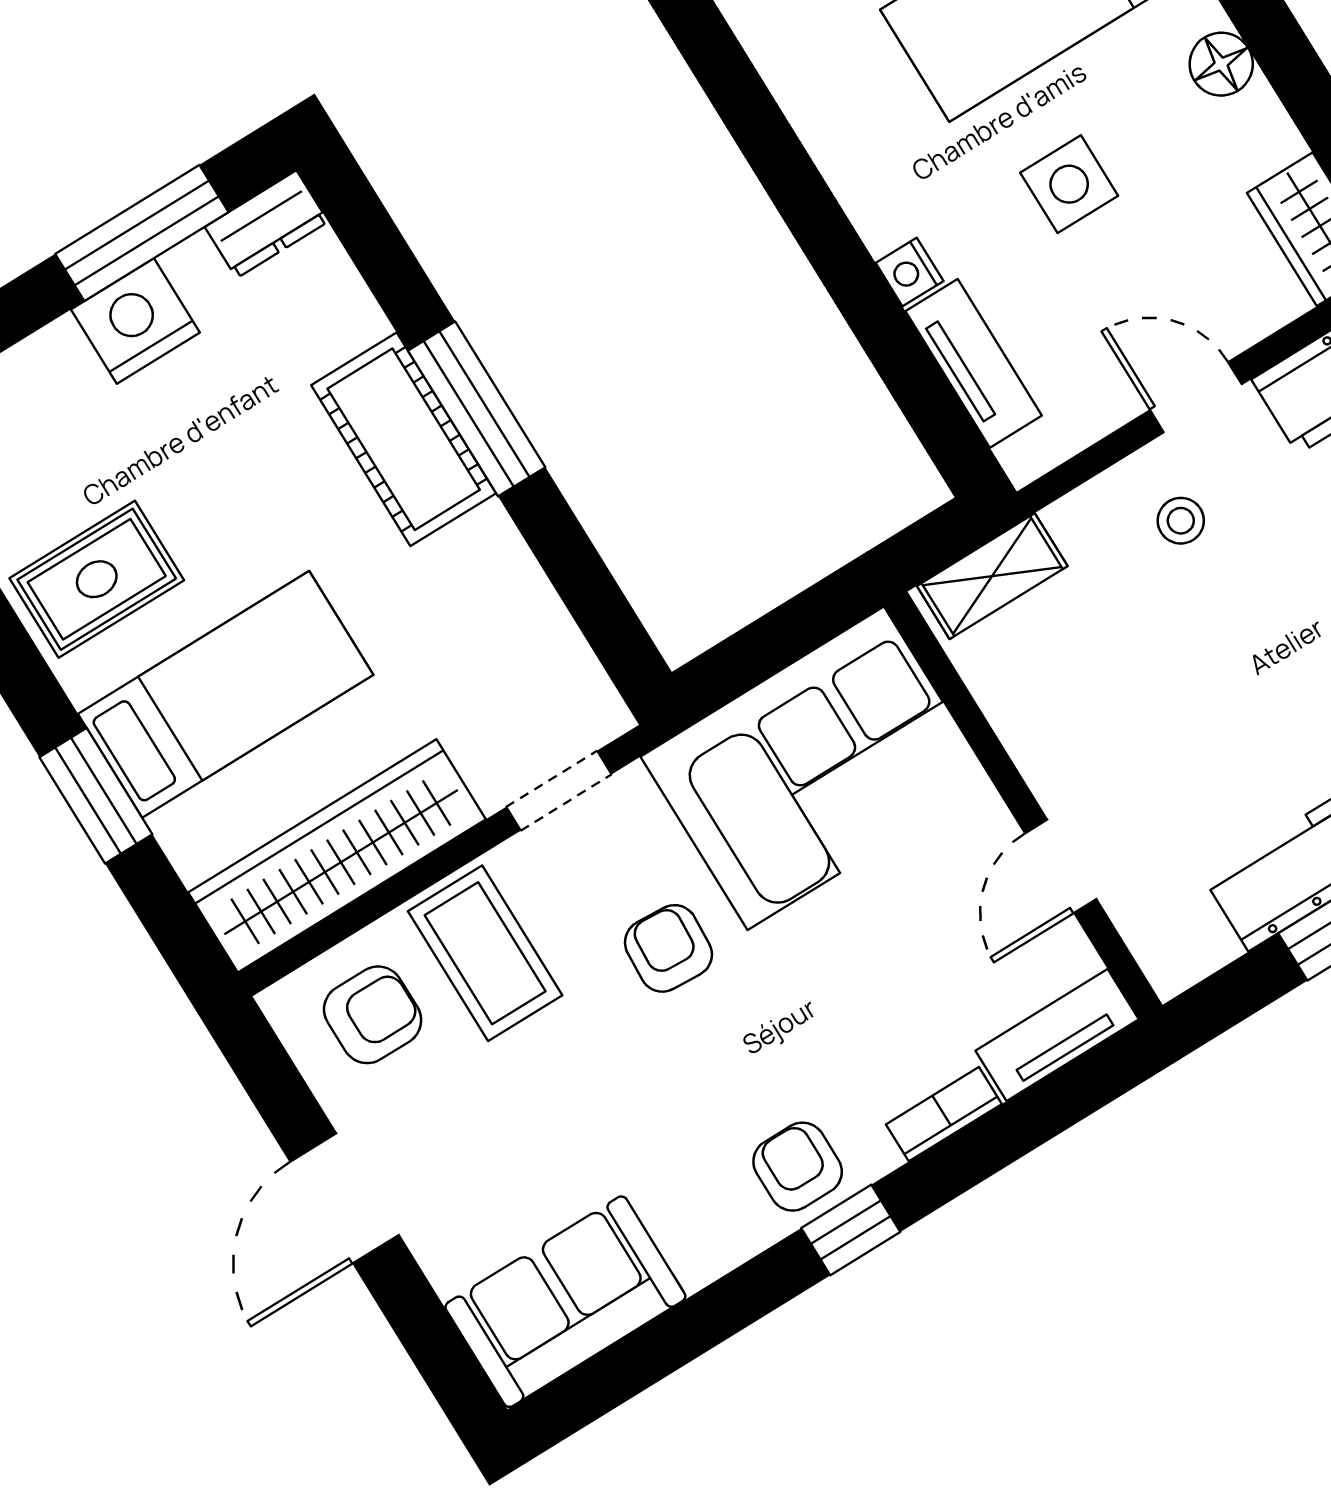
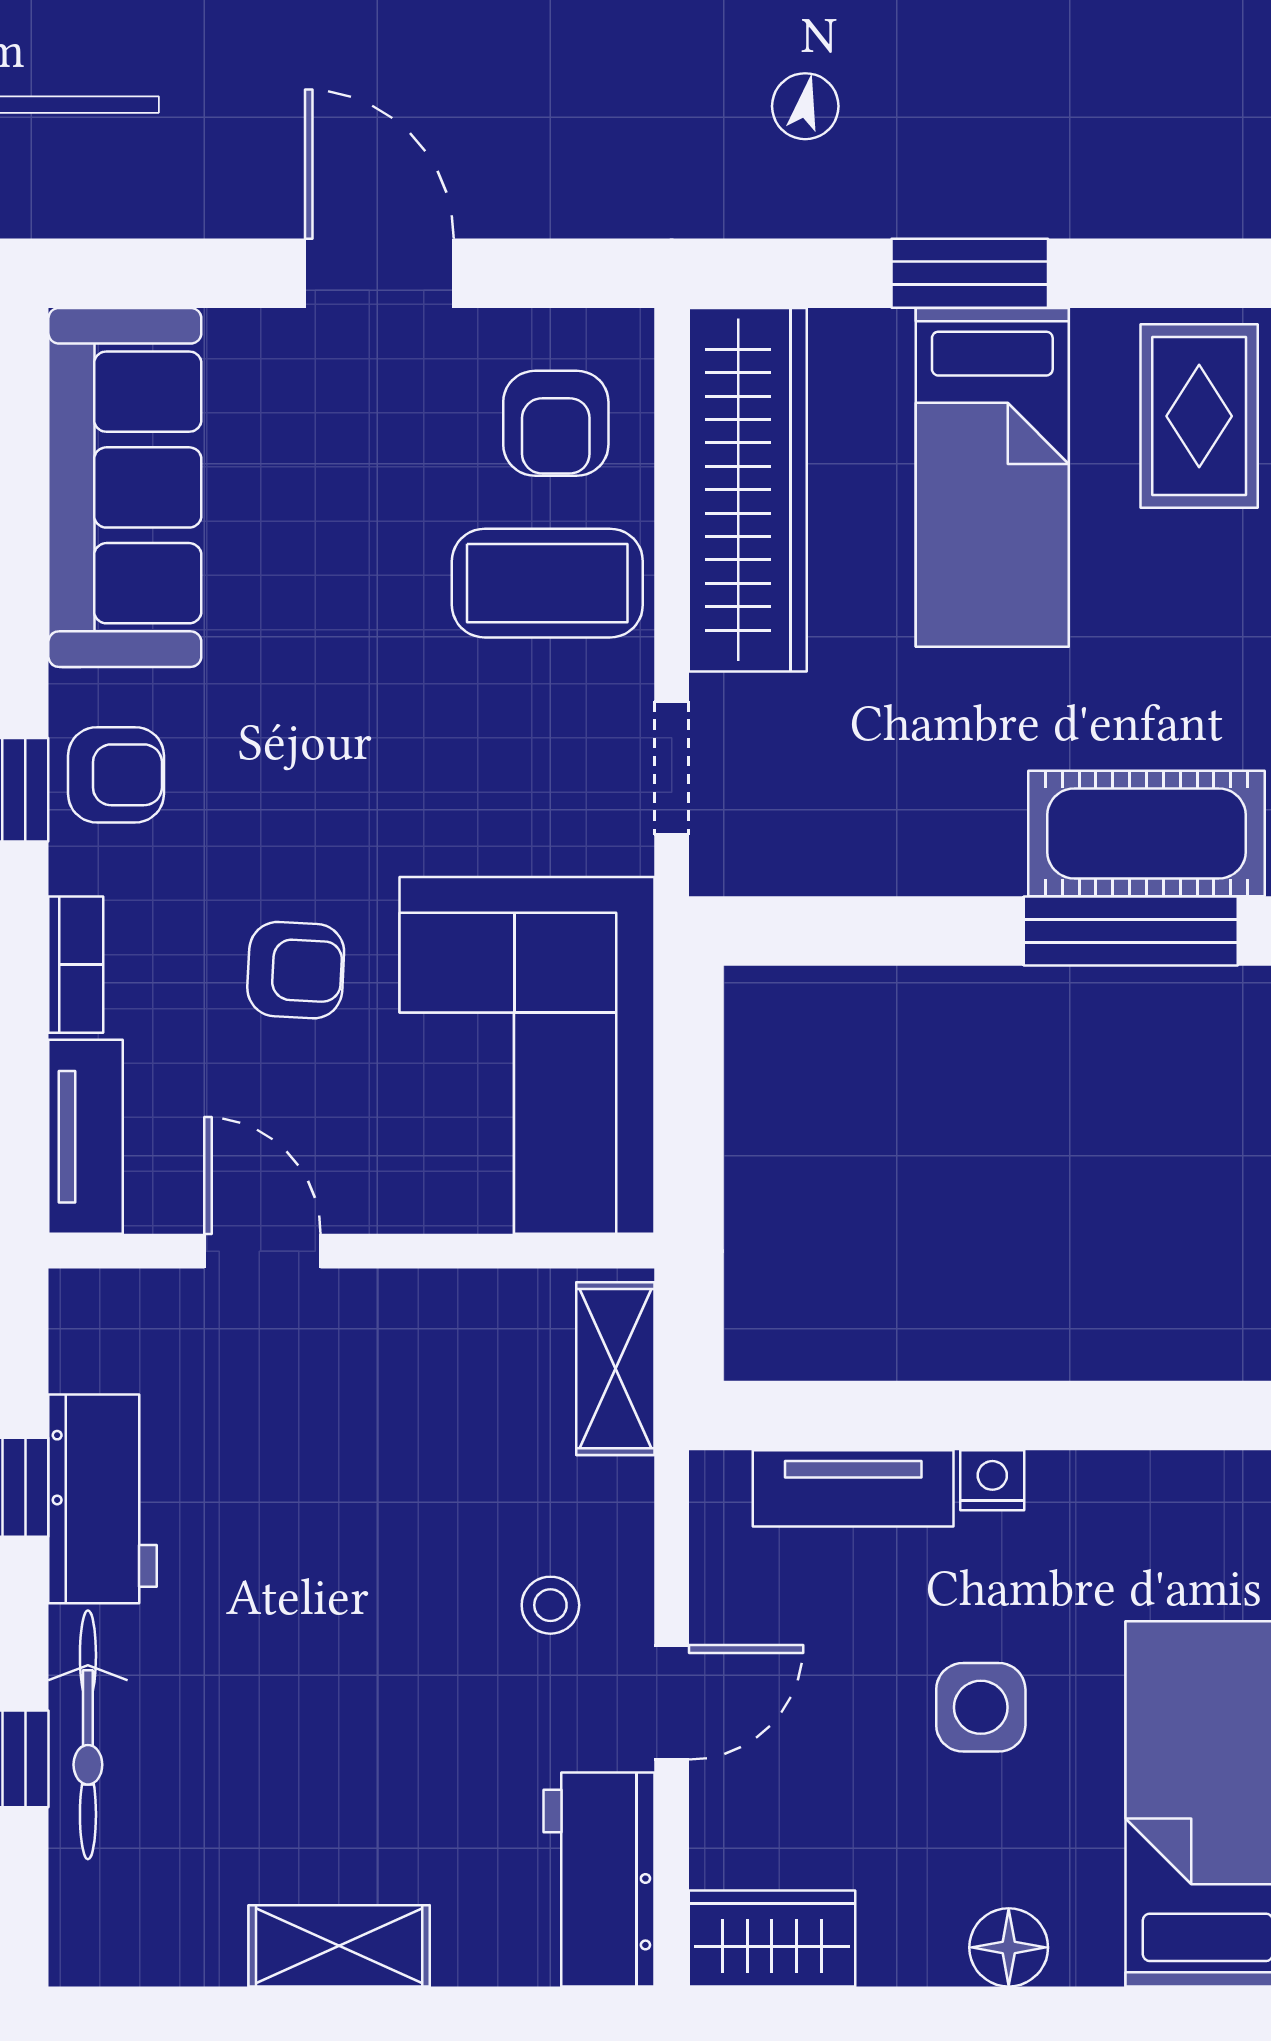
armchair: (668, 948) -> (296, 970), moved
sofa: (565, 1302) -> (125, 487), width x1.36

